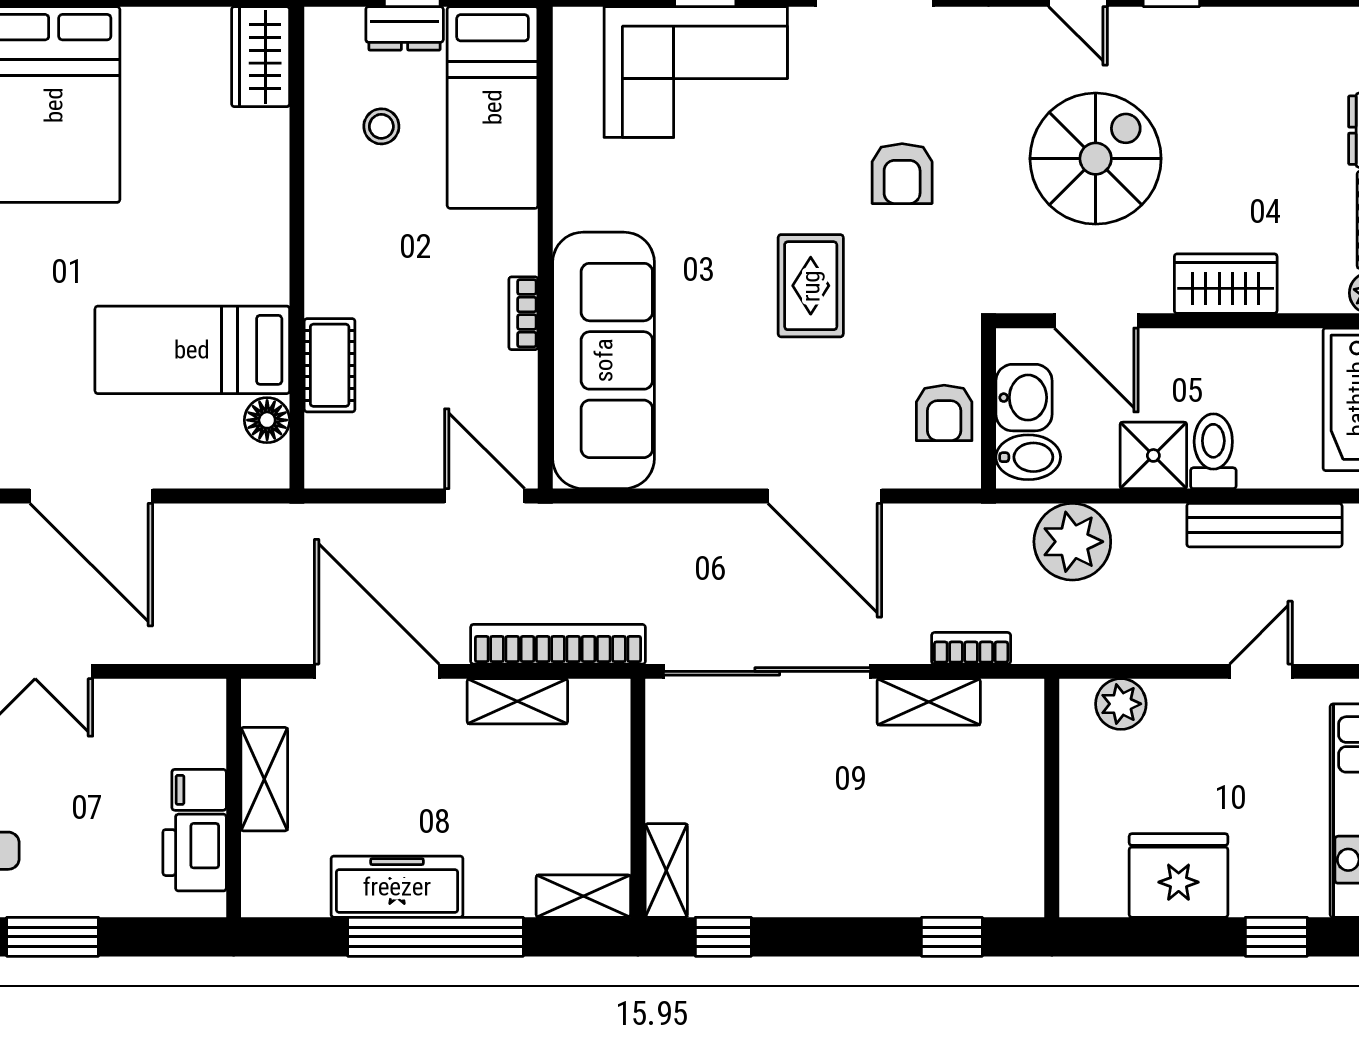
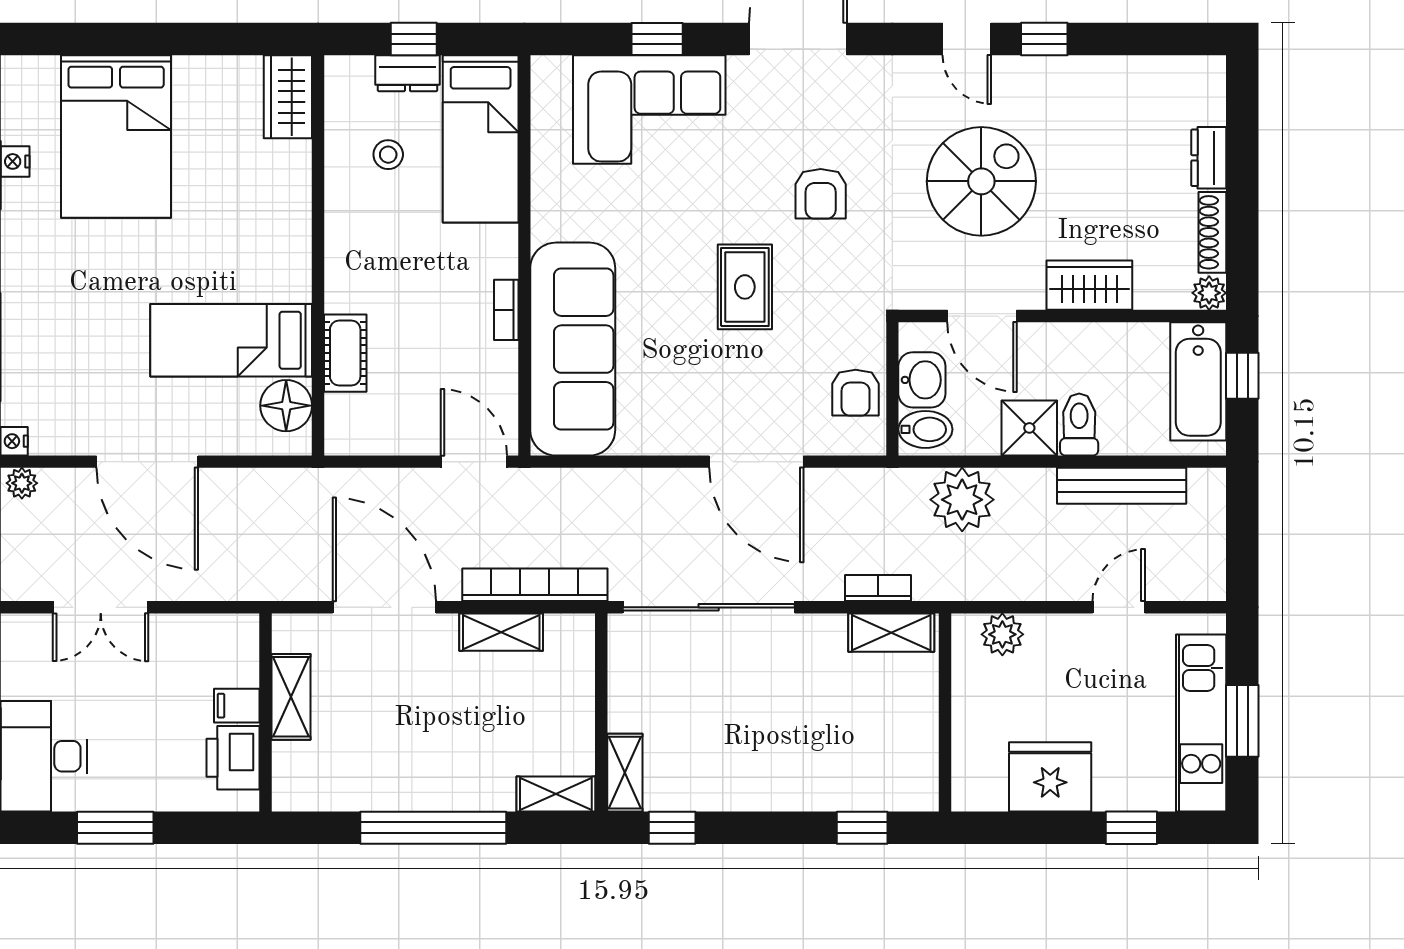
floor lamp: (267, 420) -> (286, 406), width x1.38, depth x1.38
shelving: (929, 702) -> (891, 633), moved
freezer: (397, 887) -> (401, 786), removed

